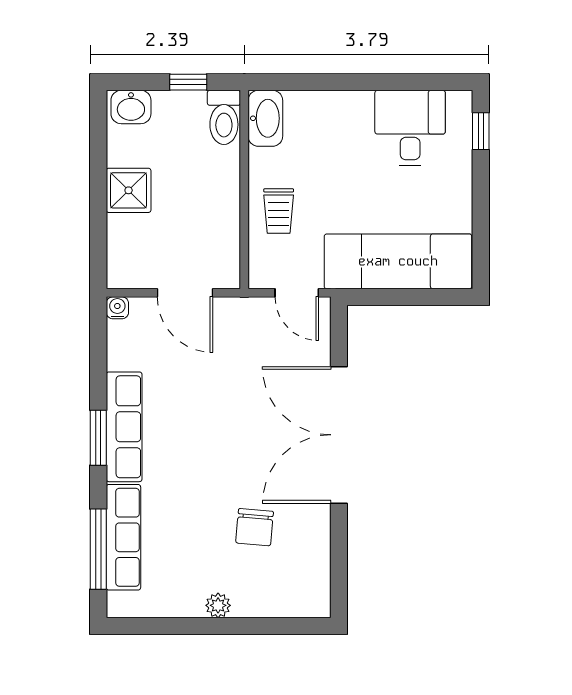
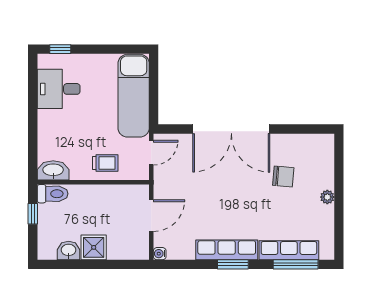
washbasin: (131, 107) -> (69, 250), moved, turned -90

